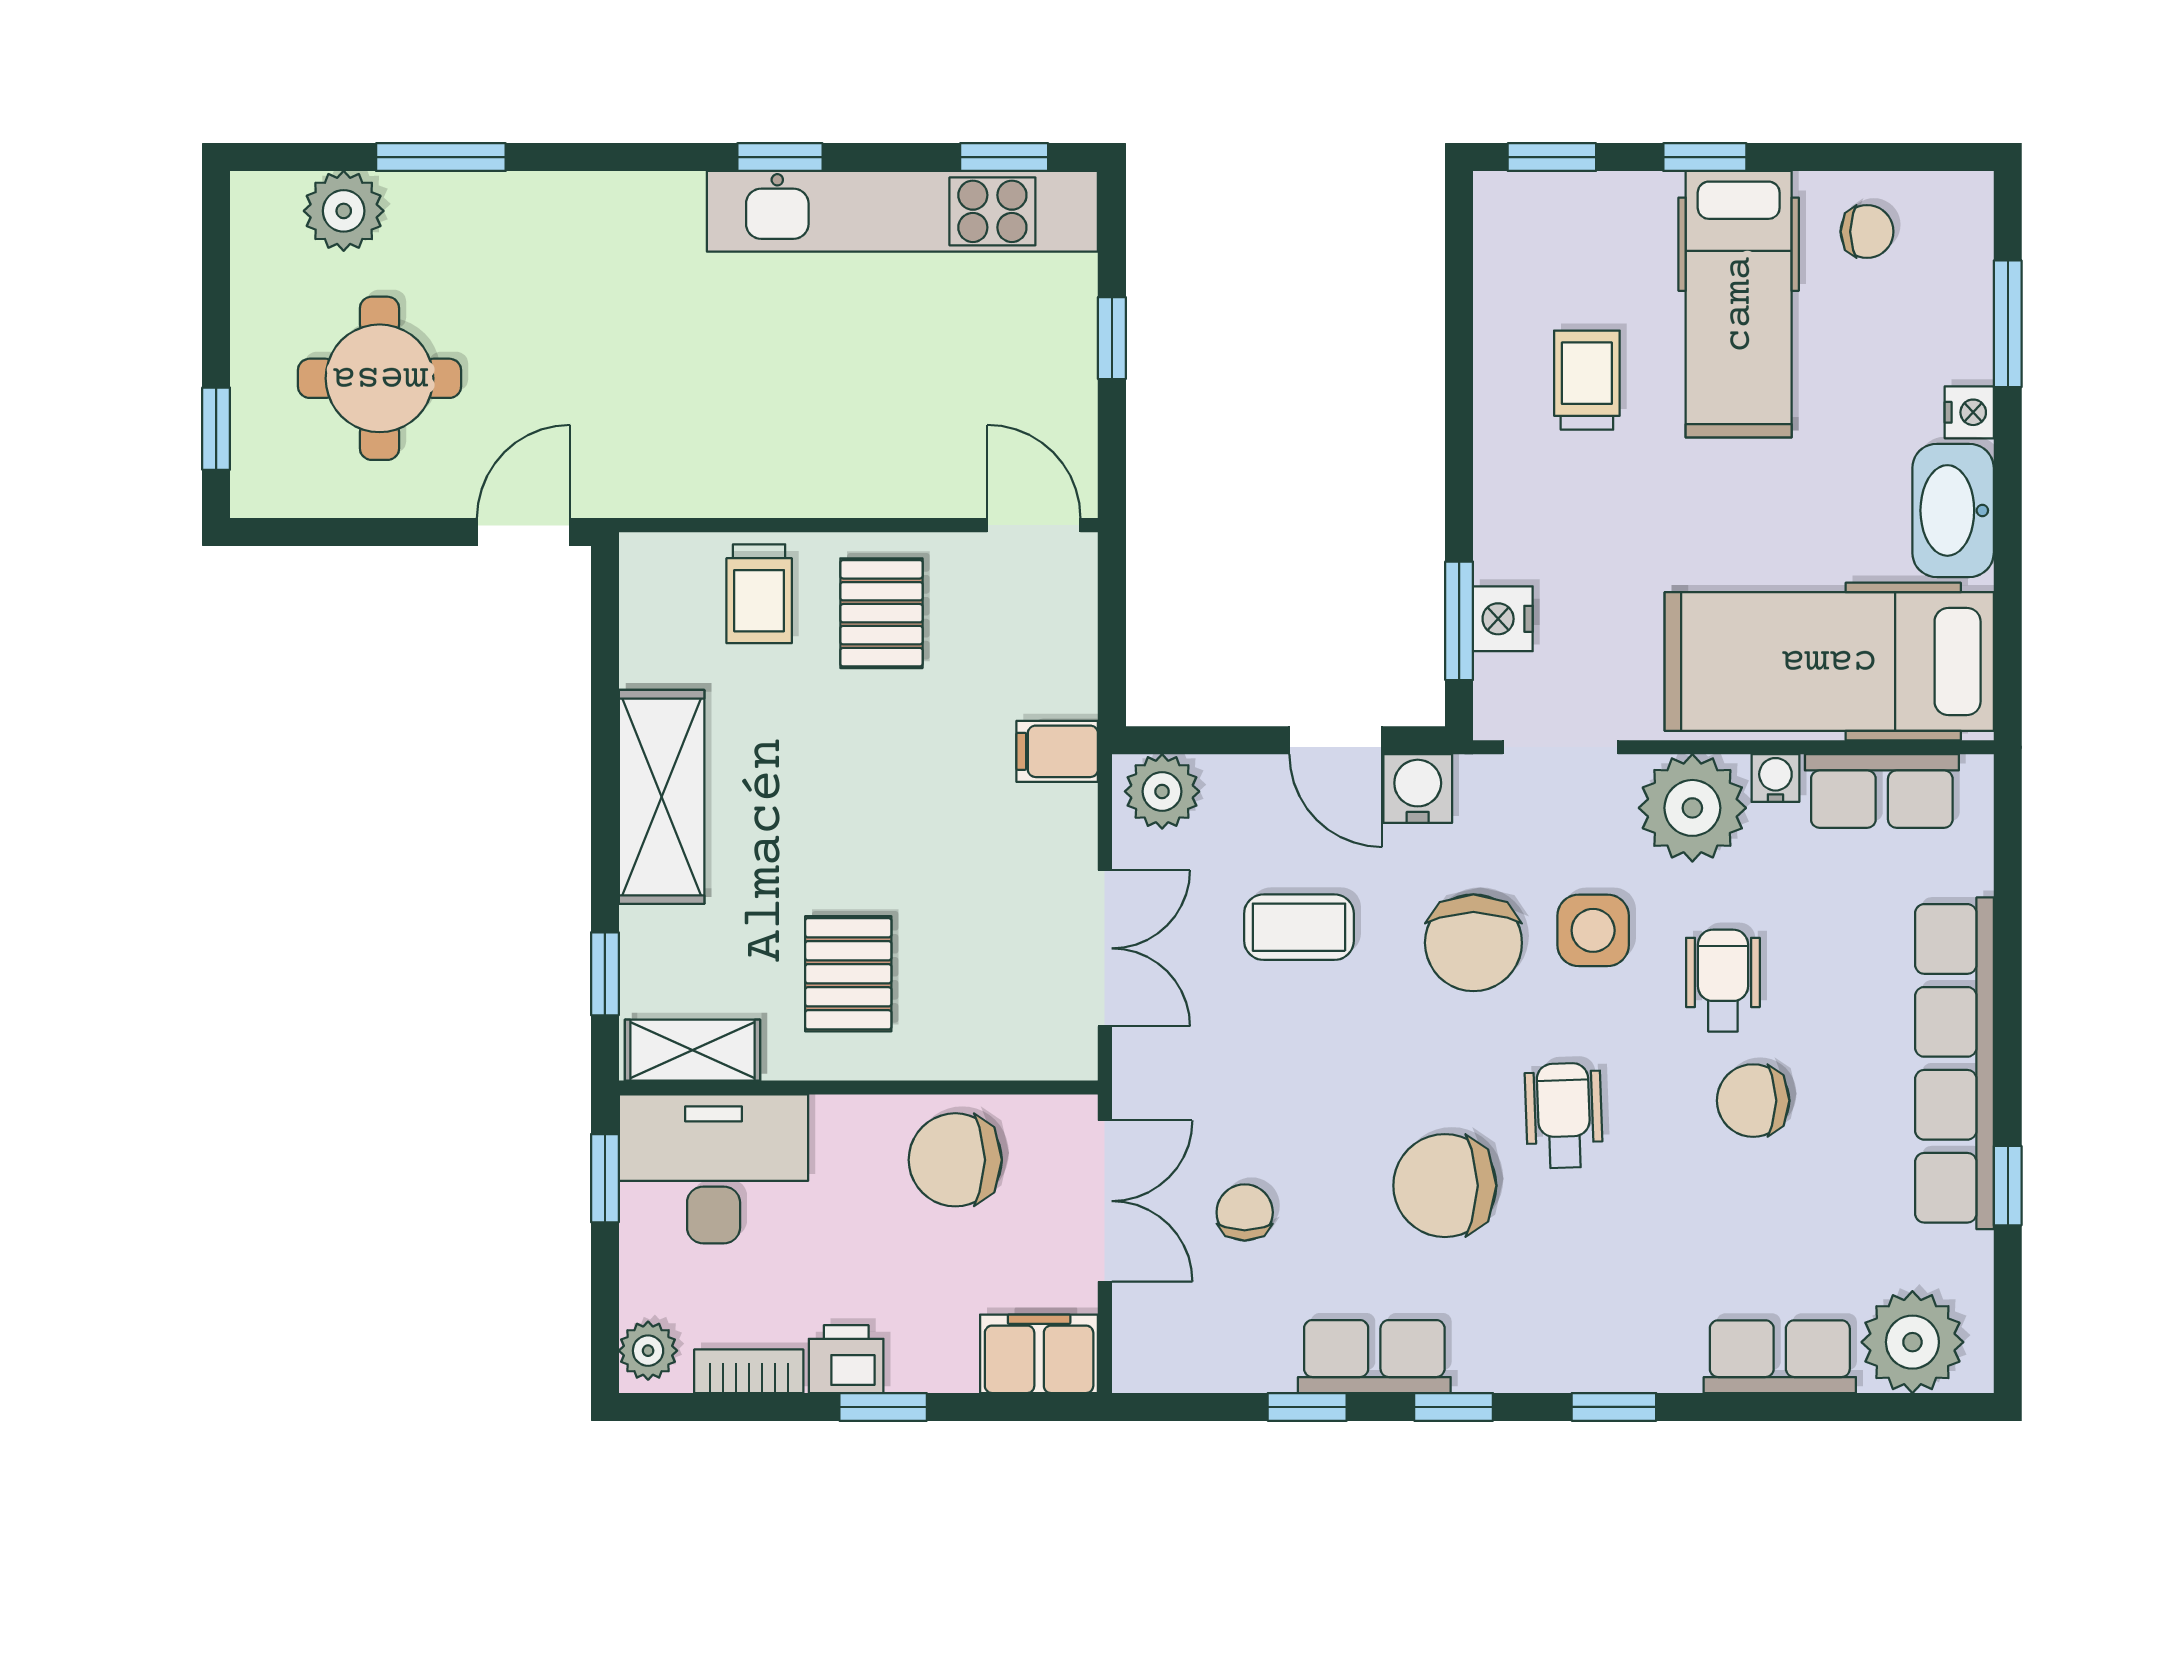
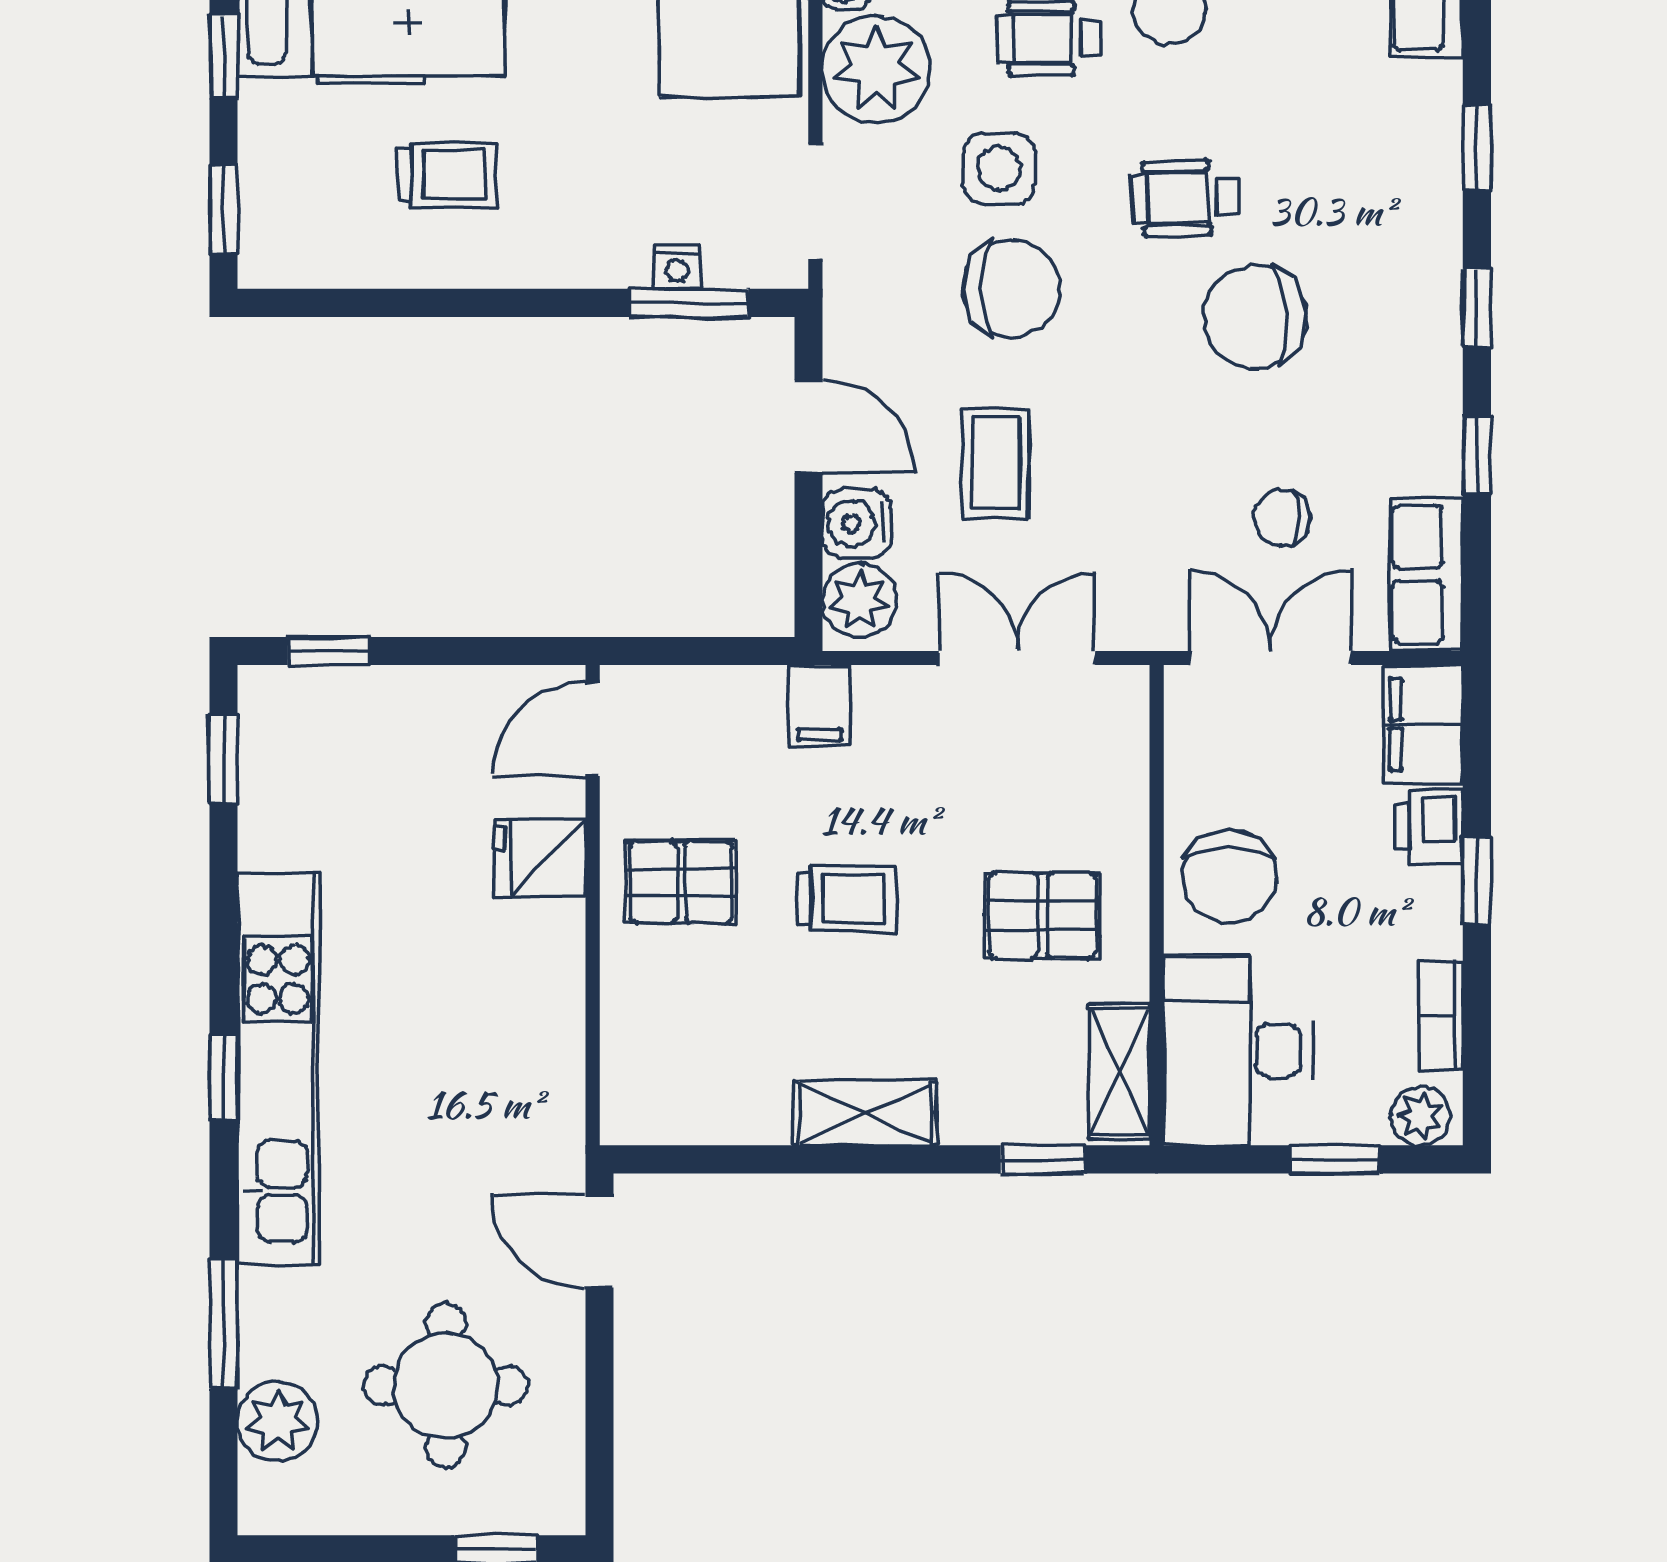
window: (780, 157) -> (224, 1078), moved
kitchen unit: (902, 211) -> (278, 1069), moved
window: (1112, 338) -> (329, 651), moved
trolley: (1587, 380) -> (447, 175), turned 180
fridge: (906, 472) -> (540, 858), added
trolley: (759, 594) -> (847, 899), moved
nightstand: (1503, 619) -> (677, 267), width x0.72, depth x0.74
door: (1336, 740) -> (808, 427), hinge flipped
water cooler: (1418, 789) -> (857, 523), moved
shelving: (662, 797) -> (865, 1113), width x0.67, depth x0.75
chair: (955, 1160) -> (1229, 877), moved
window: (605, 1178) -> (1335, 1159), moved
chair: (1445, 1186) -> (1255, 317), turned 85
row of seats: (1374, 1357) -> (1426, 574), moved
printer: (846, 1359) -> (1429, 826), moved

